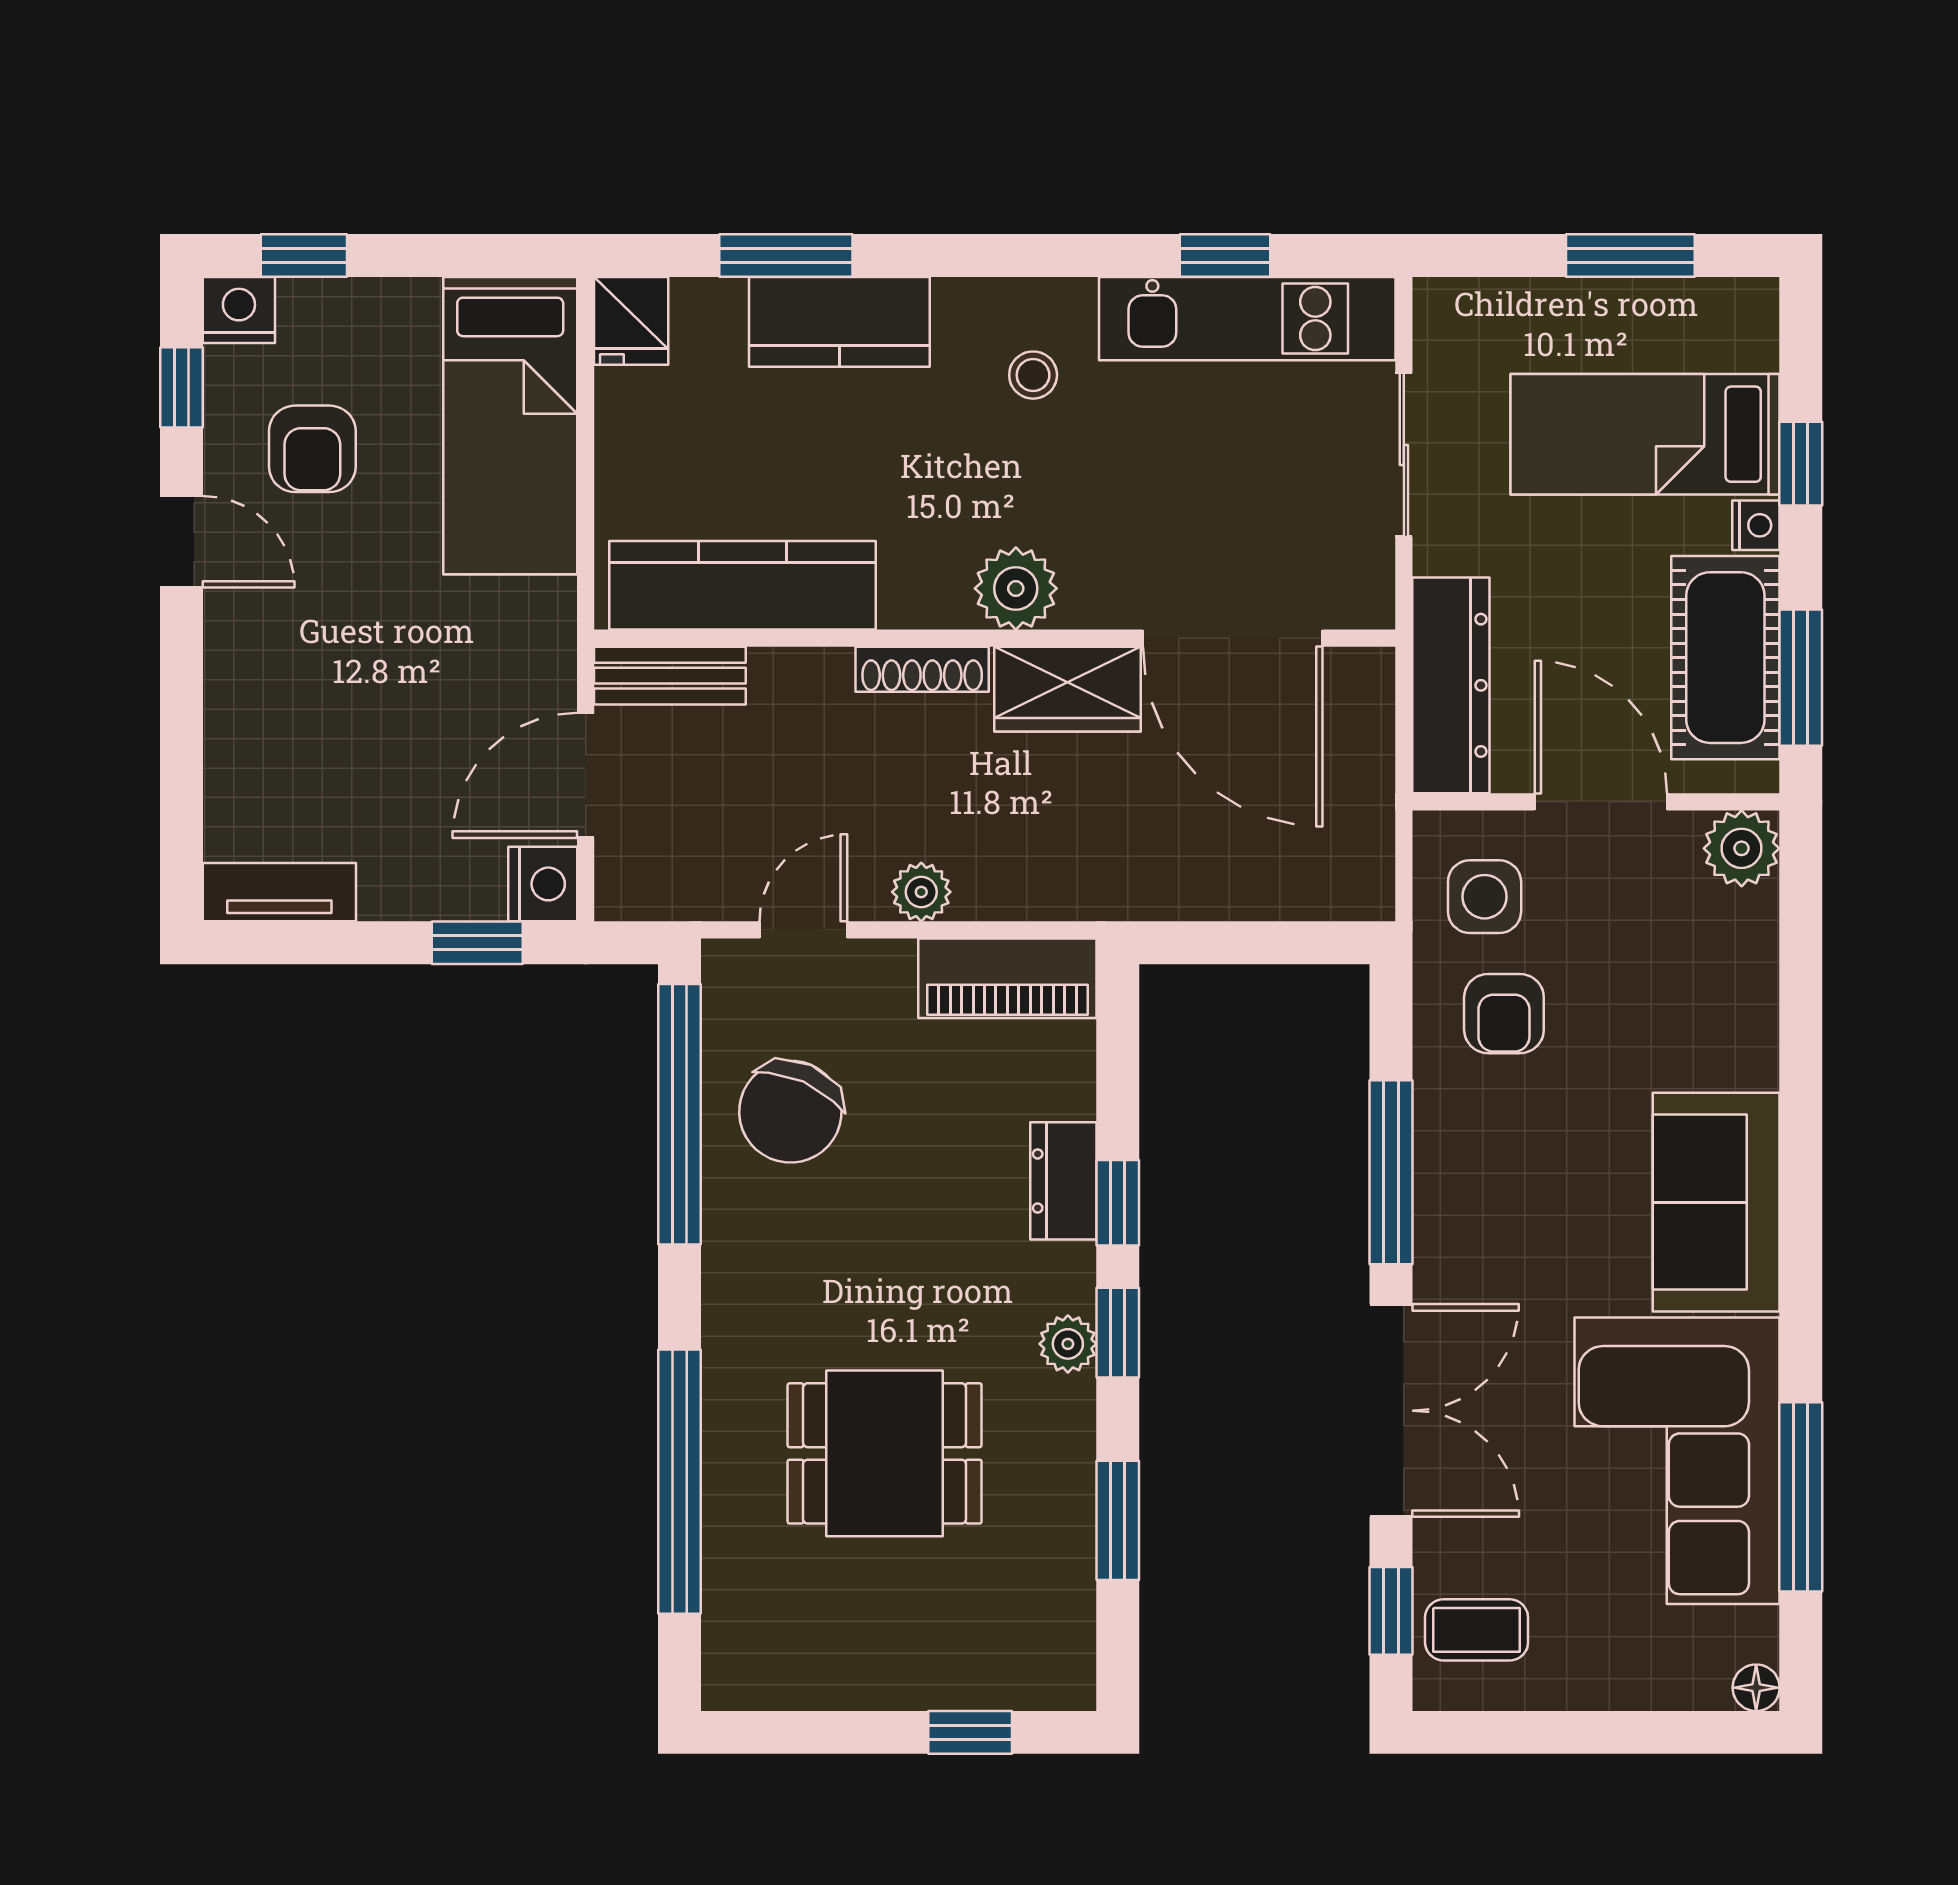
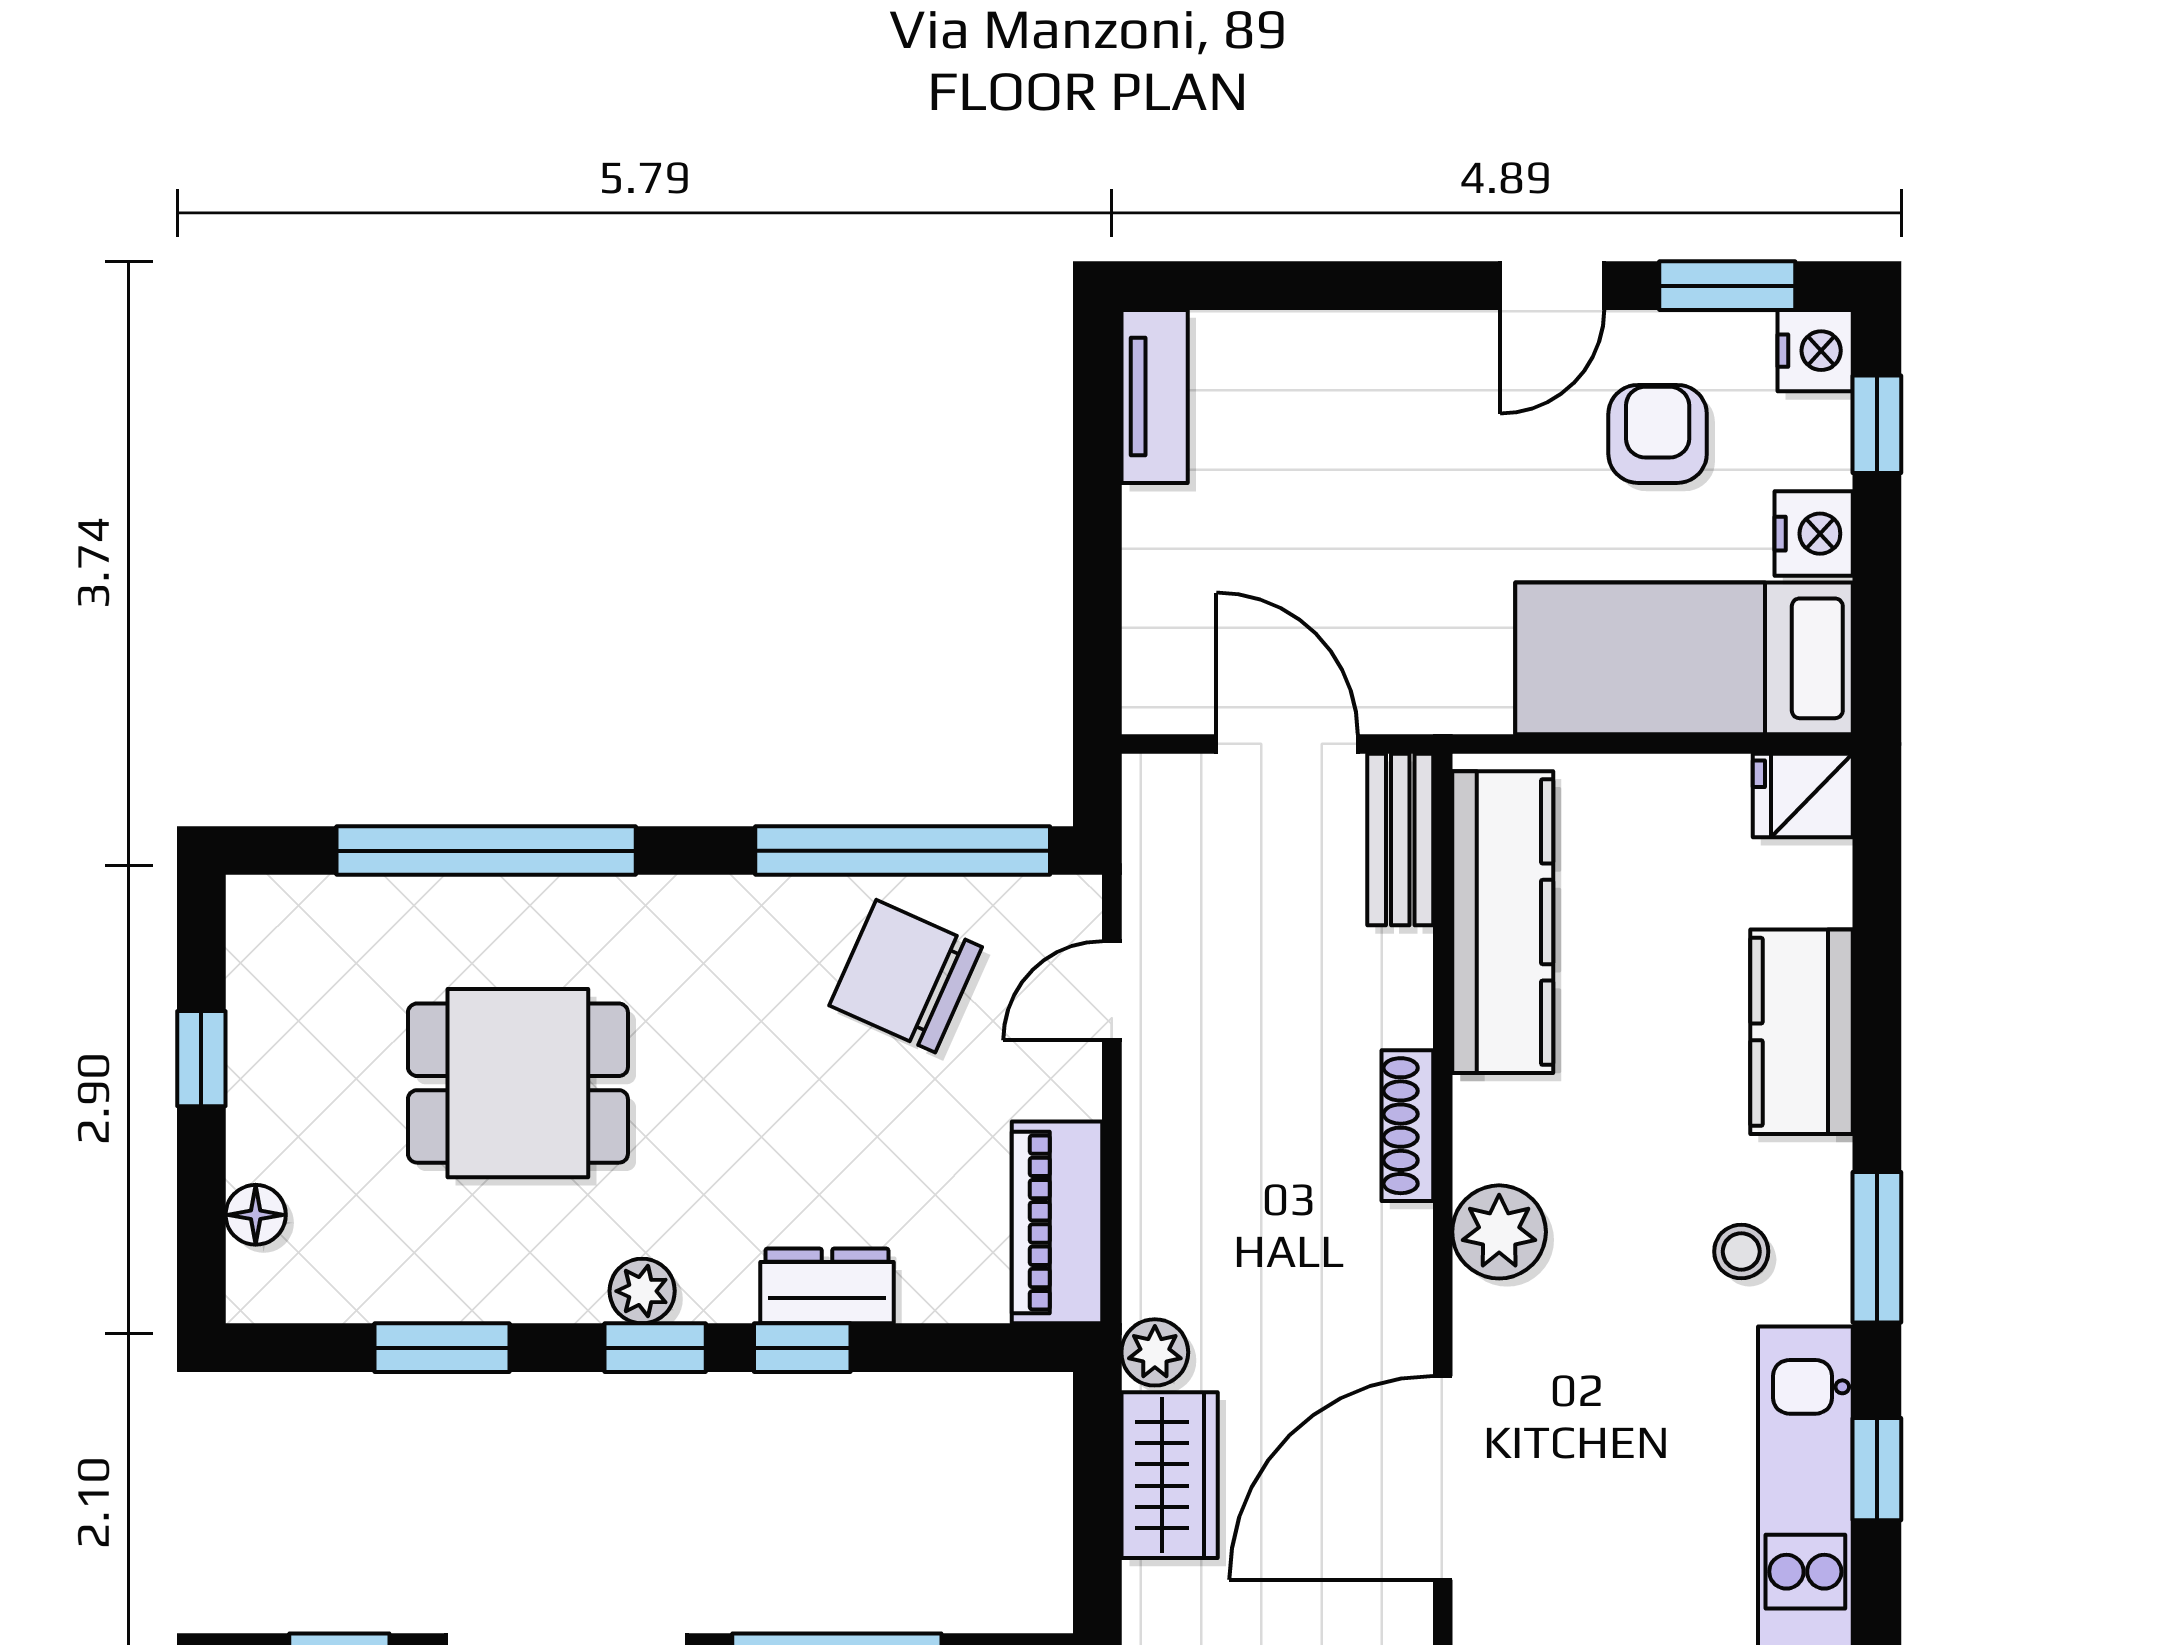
window: (786, 255) -> (1877, 1247), moved
window: (182, 387) -> (1727, 286), width x1.50
armchair: (312, 449) -> (1658, 434), turned 90
wardrobe: (1068, 689) -> (1170, 1475), moved, turned 180
nightstand: (543, 884) -> (1814, 534), moved, turned -90
plant: (921, 892) -> (1155, 1352), moved
door: (803, 930) -> (1112, 991), swing flipped
window: (477, 943) -> (1097, 621), removed
dining table: (885, 1453) -> (518, 1083), turned 90
floor lamp: (1001, 1685) -> (256, 1215), added
window: (970, 1732) -> (201, 1059), moved

